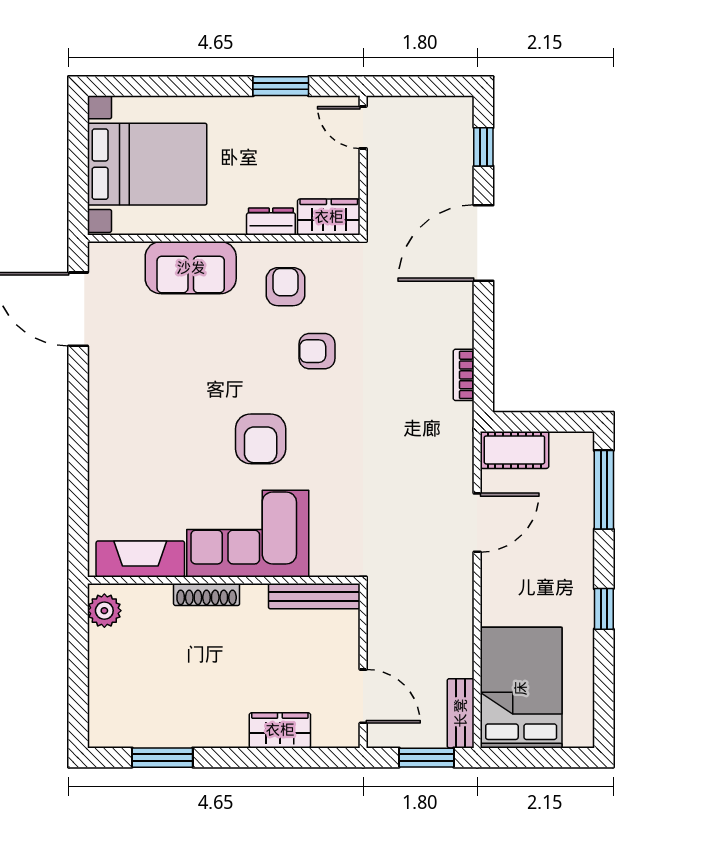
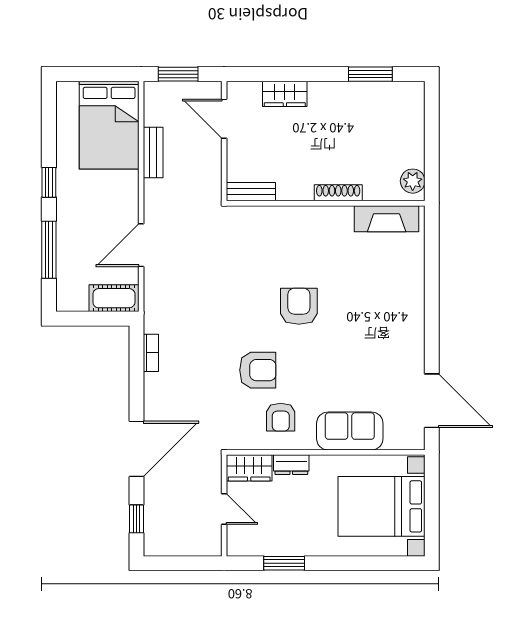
door: (363, 127) -> (224, 509), moved
armchair: (317, 351) -> (258, 370), width x1.38, depth x1.38
window: (604, 490) -> (49, 250), moved
corner sofa: (248, 534) -> (308, 237), removed
bench: (314, 596) -> (251, 192), width x0.73
bench: (461, 713) -> (153, 153), moved

